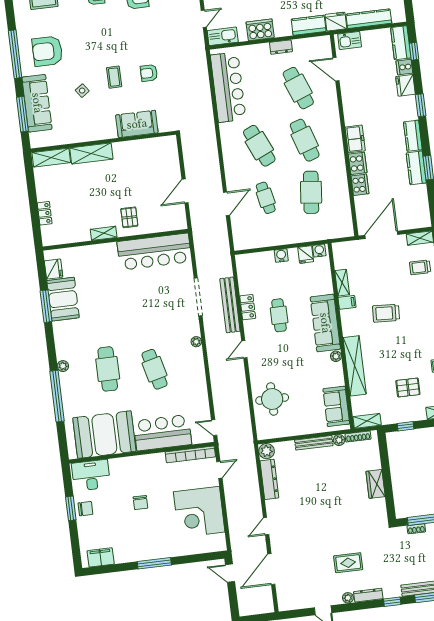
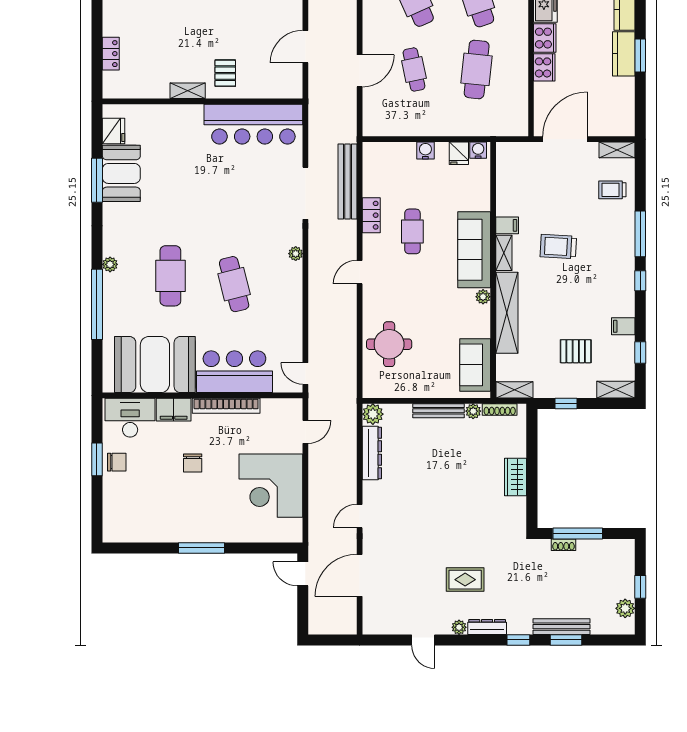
shelving: (342, 283) -> (504, 253), moved
bench: (230, 305) -> (347, 181), moved
bookcase: (190, 454) -> (226, 406), moved
filing cabinet: (101, 557) -> (174, 410), moved, turned 180

